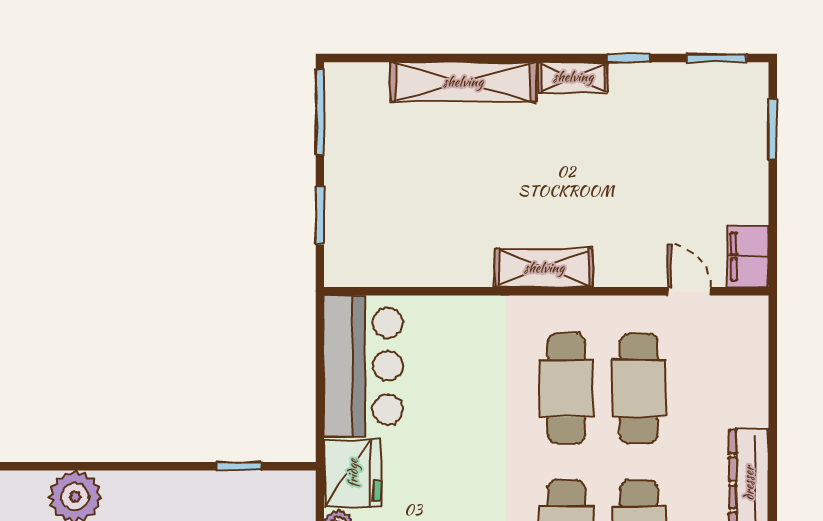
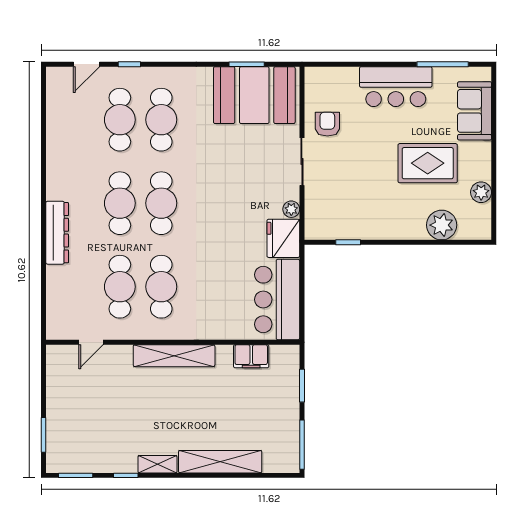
filing cabinet: (748, 256) -> (251, 356), moved, turned 90
shelving: (544, 268) -> (174, 356), width x1.47
door: (689, 291) -> (91, 342), hinge flipped

